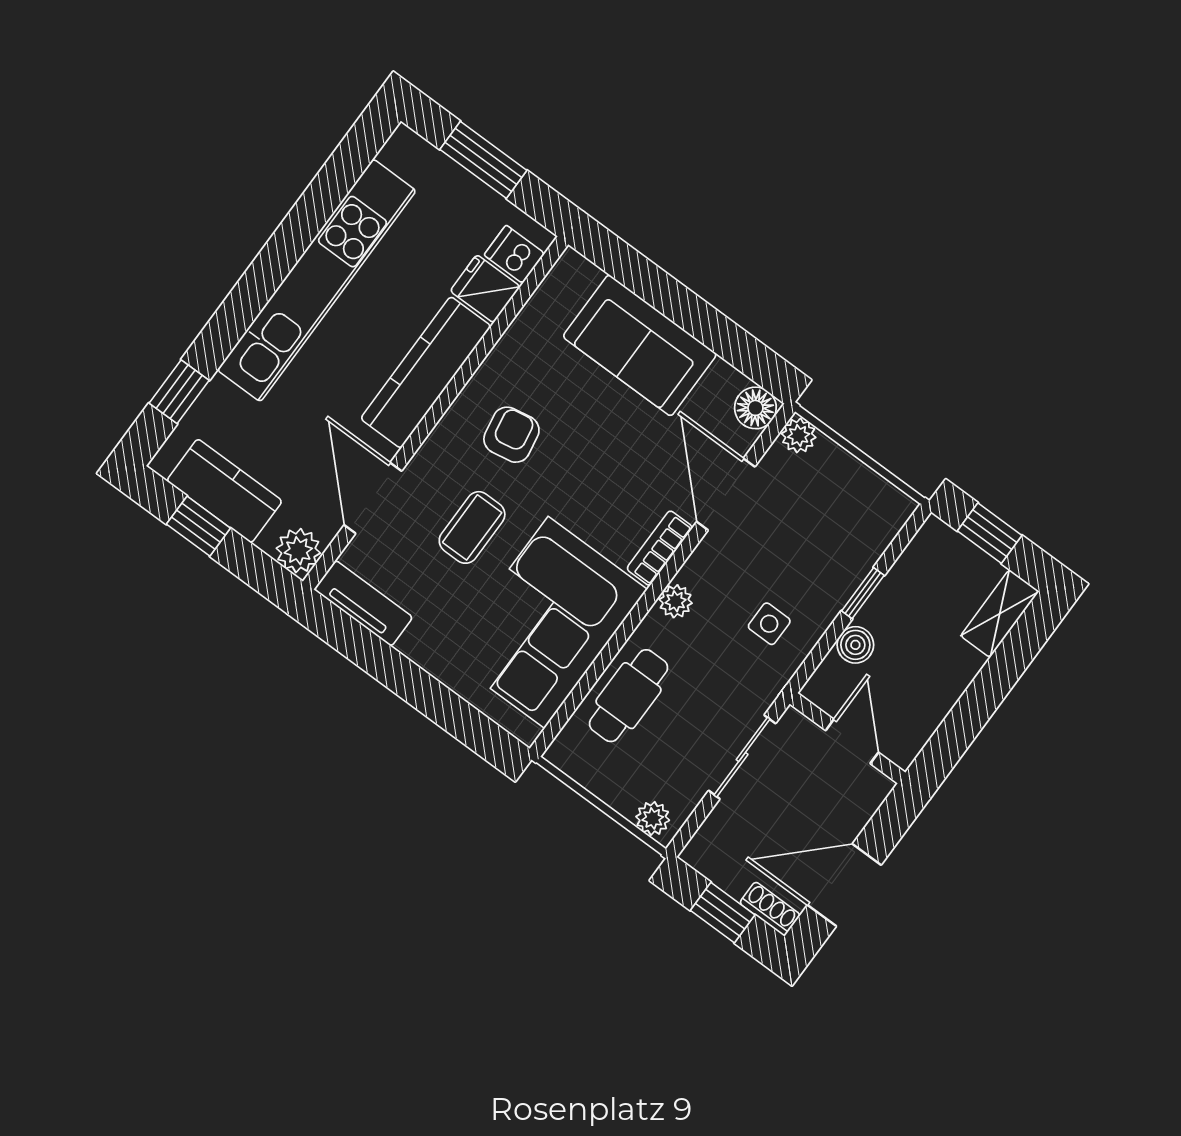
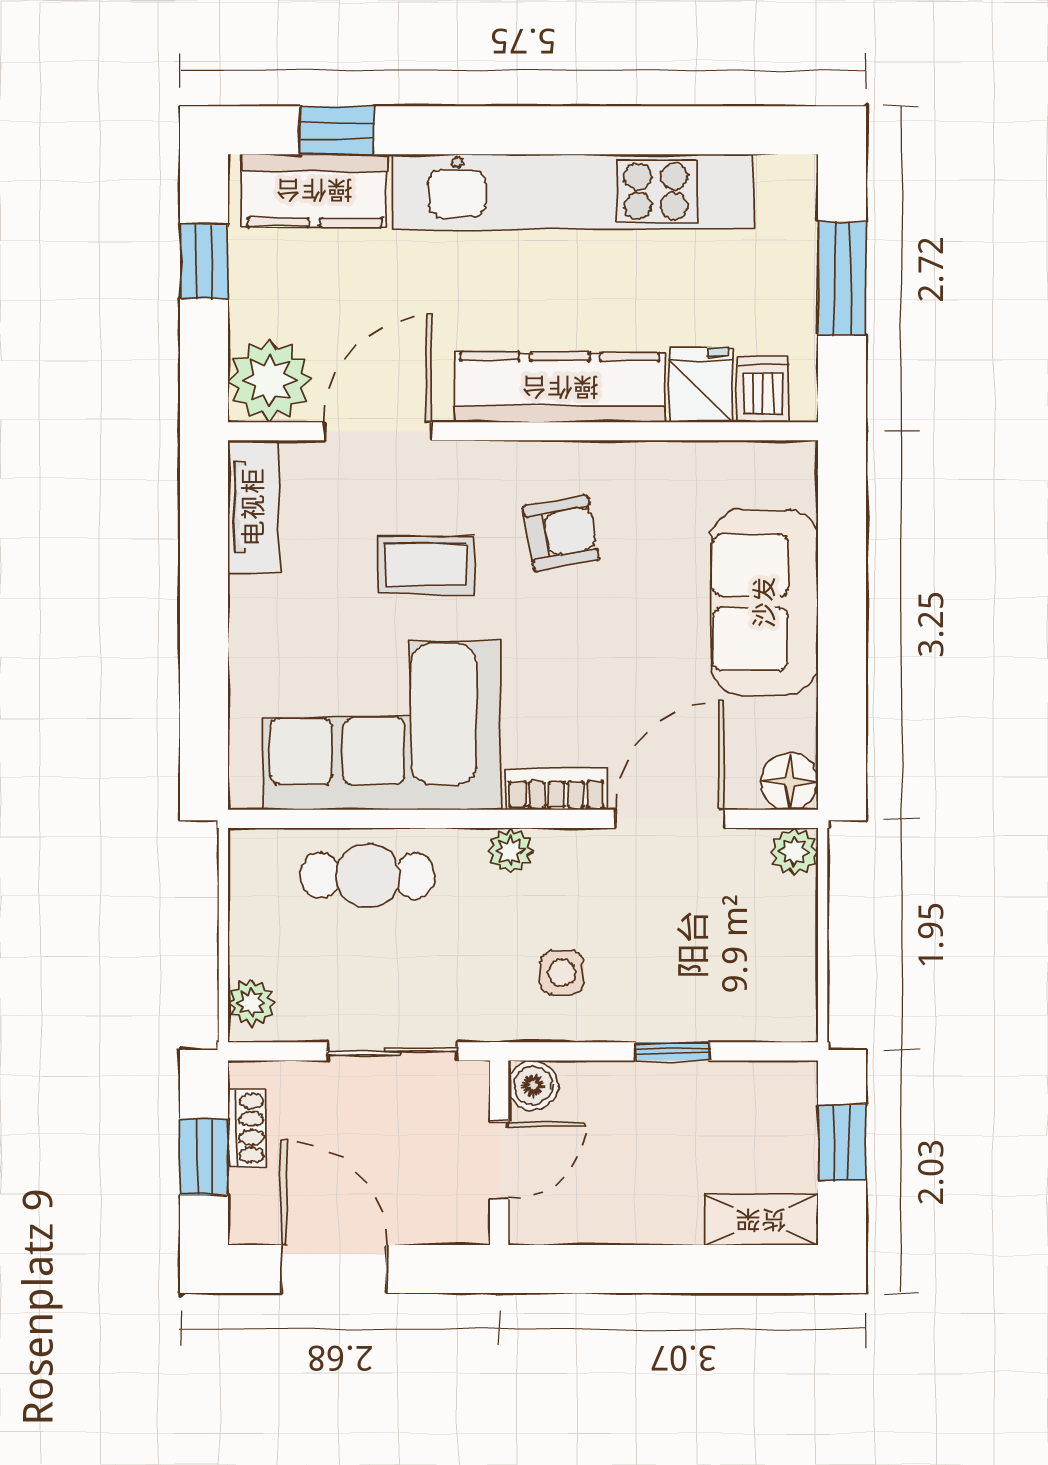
kitchen counter: (224, 491) -> (314, 190), moved, turned 90
plant: (298, 551) -> (270, 381), width x1.36, depth x1.36
boiler: (855, 645) -> (533, 1085), moved
shoe rack: (770, 909) -> (247, 1128), moved

